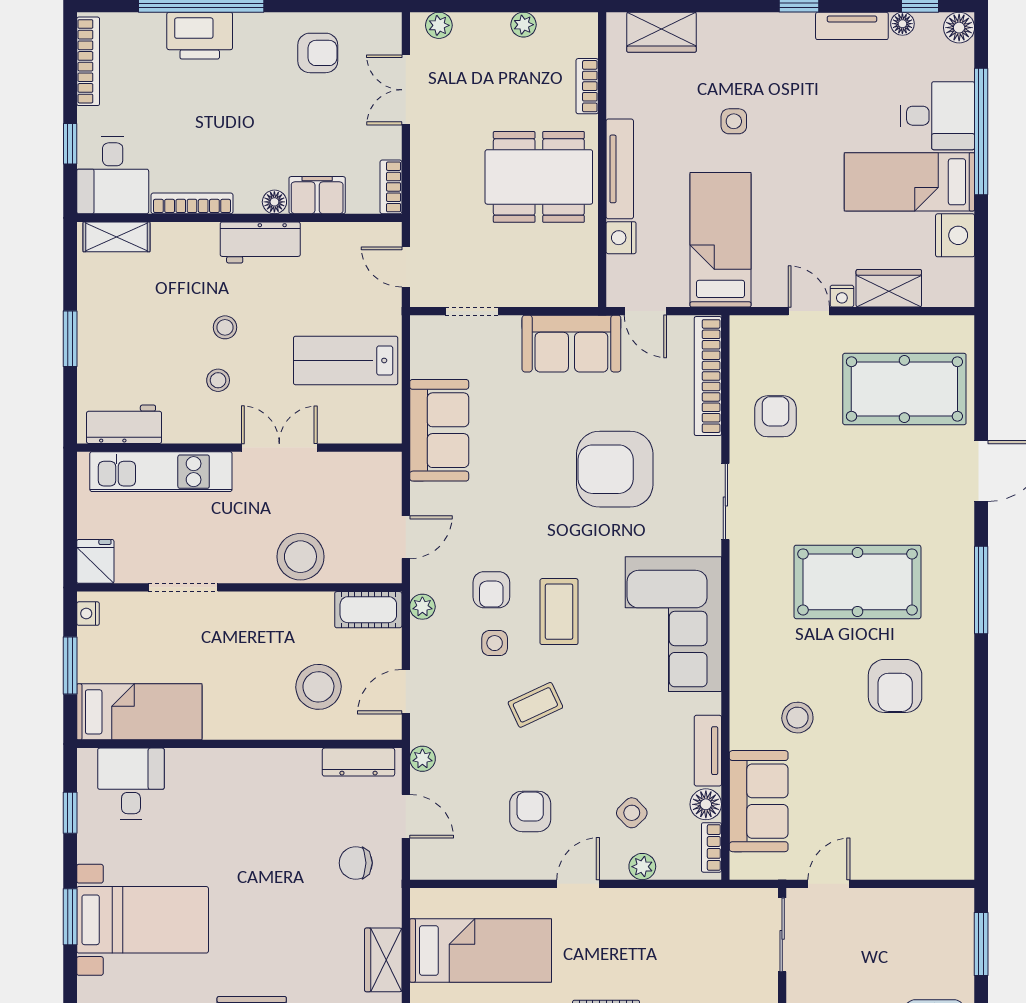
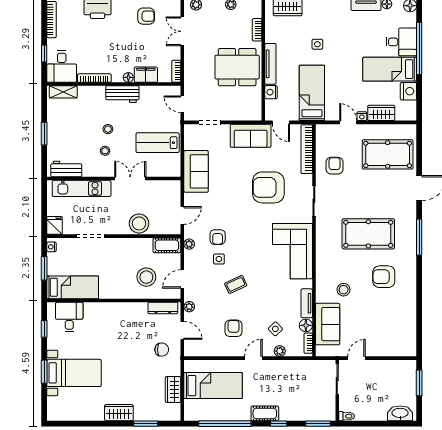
coffee table: (559, 612) -> (245, 246), removed
armchair: (895, 686) -> (384, 277), turned 90
chair: (356, 863) -> (162, 350), turned 180

